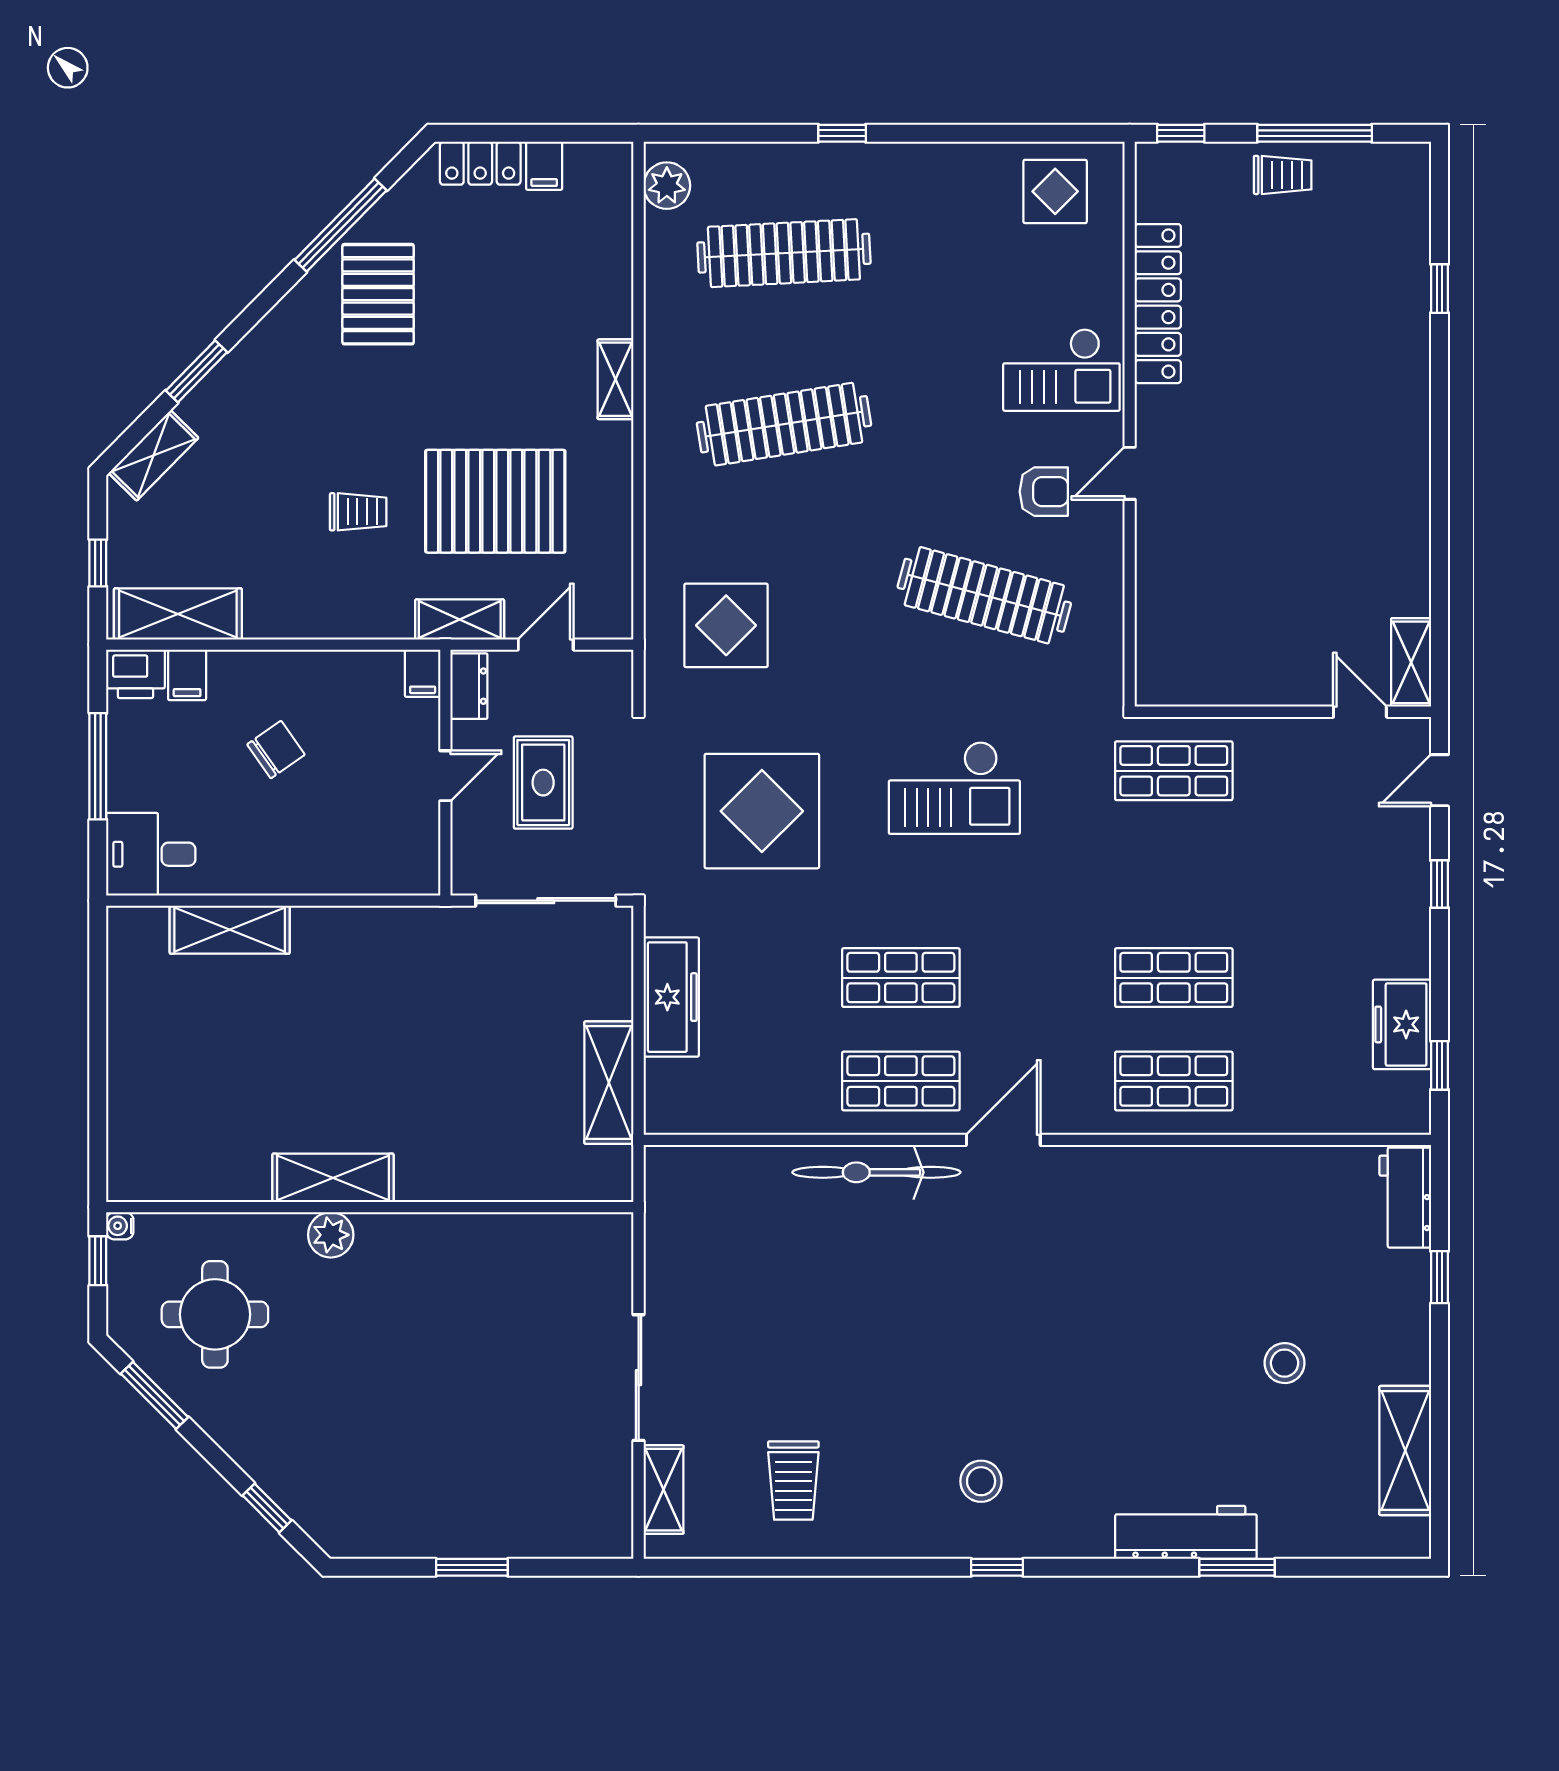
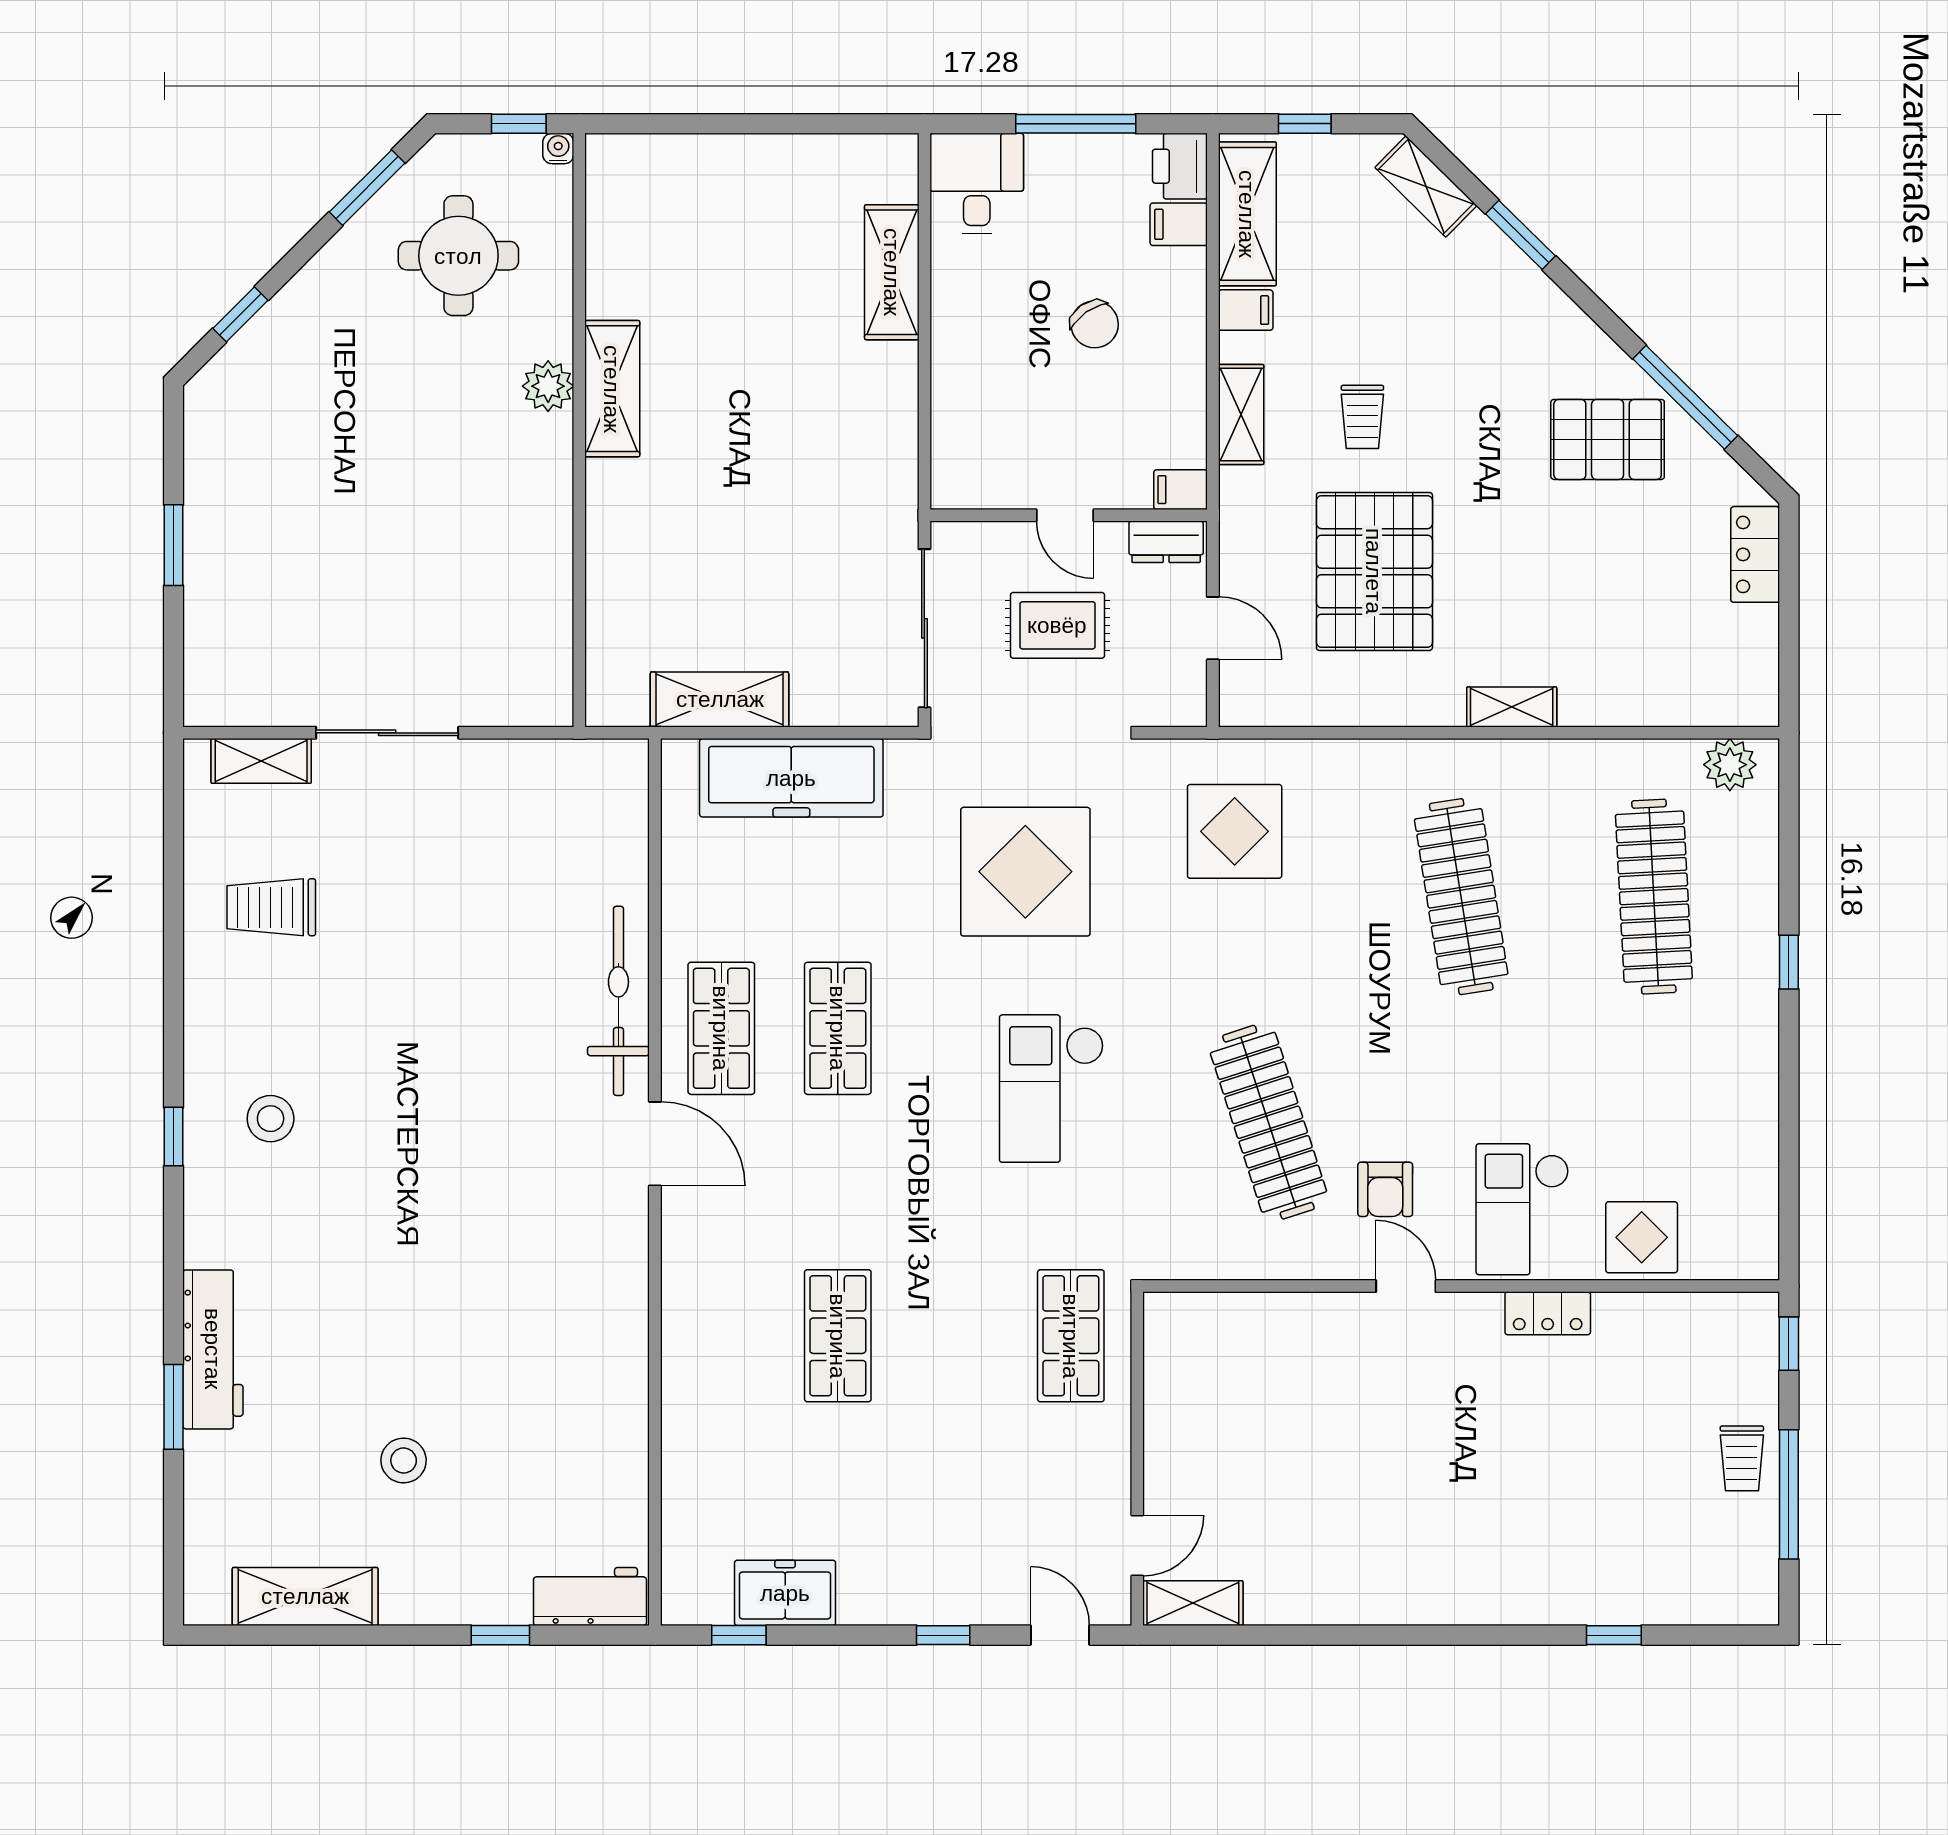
filing cabinet: (544, 166) -> (1246, 310), moved, turned 180
display table: (1055, 191) -> (1642, 1237), moved
locker: (1158, 304) -> (1548, 1313), width x0.46, depth x0.83
clothes rail: (984, 595) -> (1268, 1122), turned -33
shelving: (460, 620) -> (1241, 415), moved
freezer: (671, 997) -> (791, 778), width x1.36, depth x1.26
shop shelf: (1174, 1081) -> (721, 1336), removed

